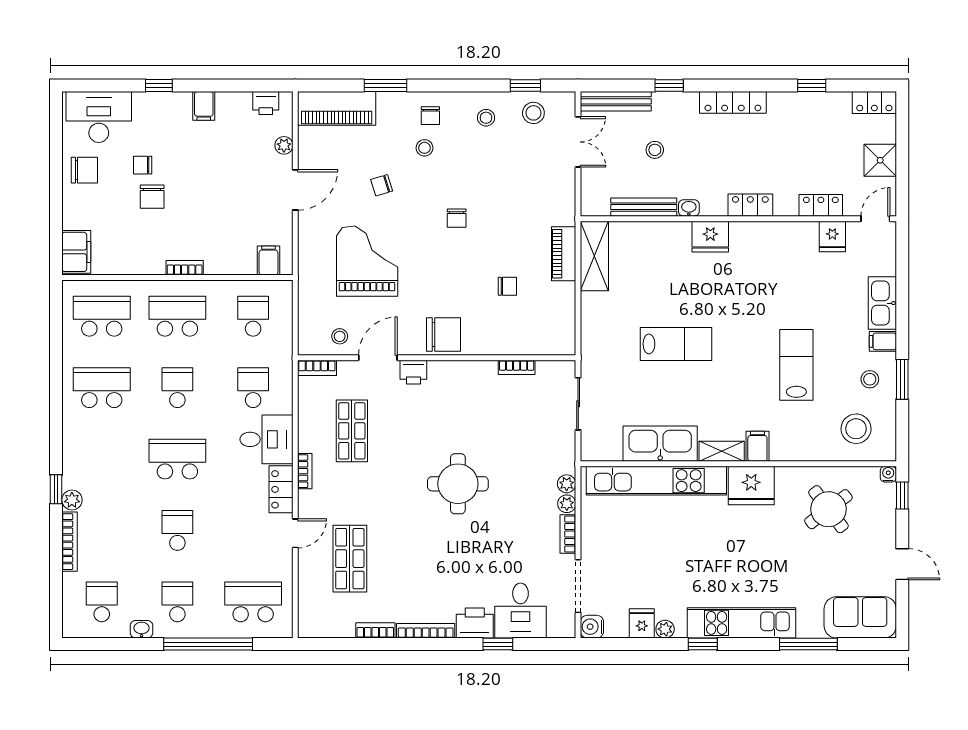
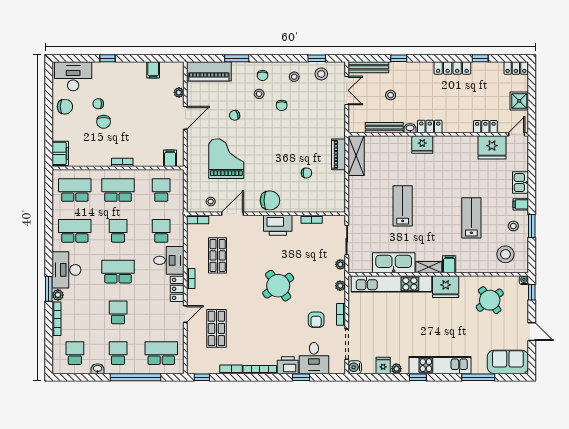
locker: (733, 102) -> (452, 68), moved
printer: (266, 103) -> (168, 68), removed
filing cabinet: (204, 106) -> (153, 70), moved
locker: (750, 205) -> (430, 127), moved
chair: (457, 218) -> (282, 105), moved
fridge: (832, 236) -> (492, 147), width x1.88, depth x1.34
kitchen sink: (882, 303) -> (520, 182), width x0.73
lab bench: (676, 344) -> (403, 206), turned -90
printer: (413, 372) -> (278, 225), moved, width x1.87, depth x1.48
desk: (87, 456) -> (66, 270), added
round table: (458, 484) -> (278, 286), turned -36
window: (56, 489) -> (49, 289), width x1.50
plant: (567, 504) -> (340, 264), moved
armchair: (524, 543) -> (316, 320), added
window: (324, 644) -> (202, 377), added

